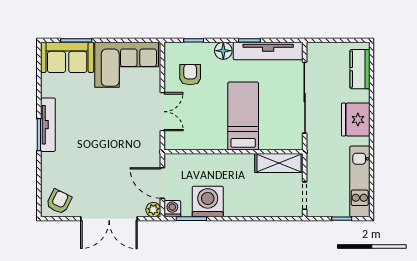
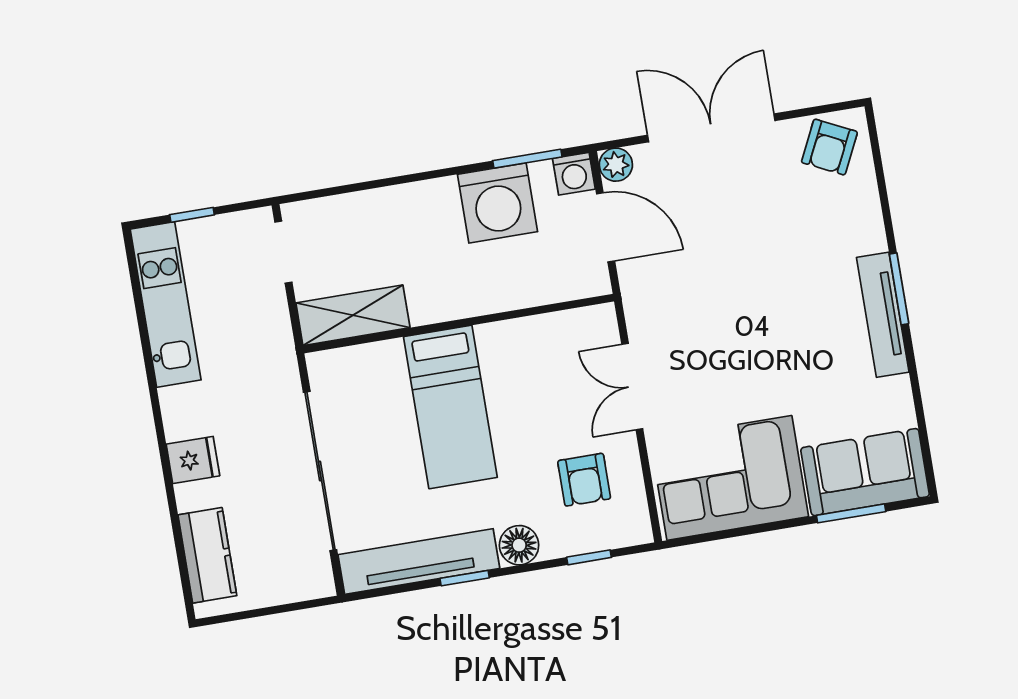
fridge: (356, 120) -> (193, 460), width x0.53, depth x0.75

